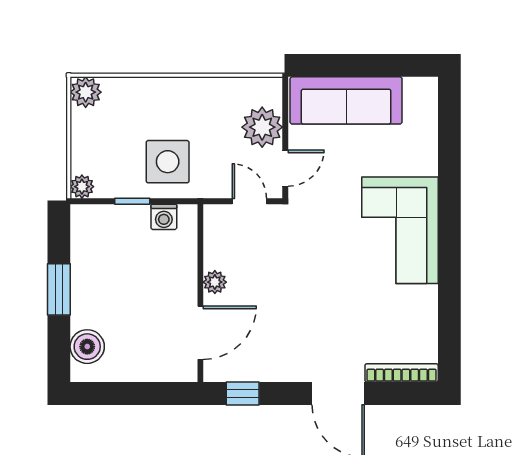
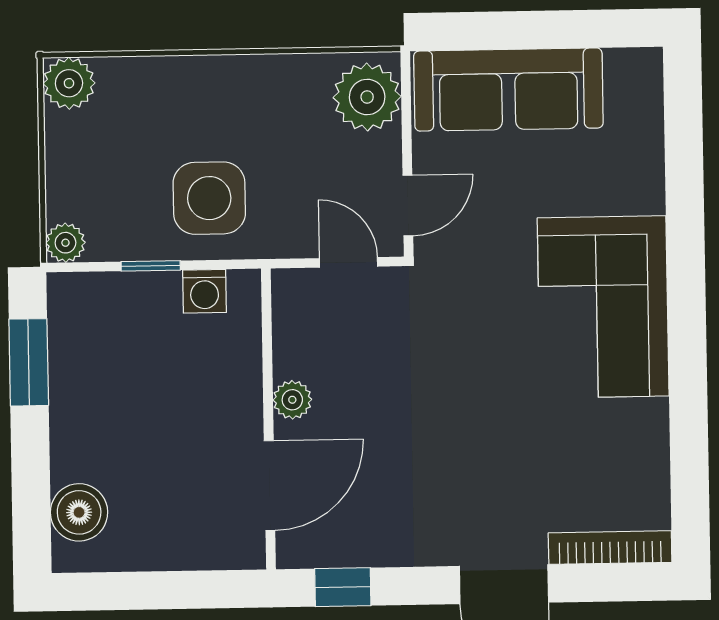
plant: (262, 127) -> (367, 97), moved
window: (59, 289) -> (29, 362), moved

